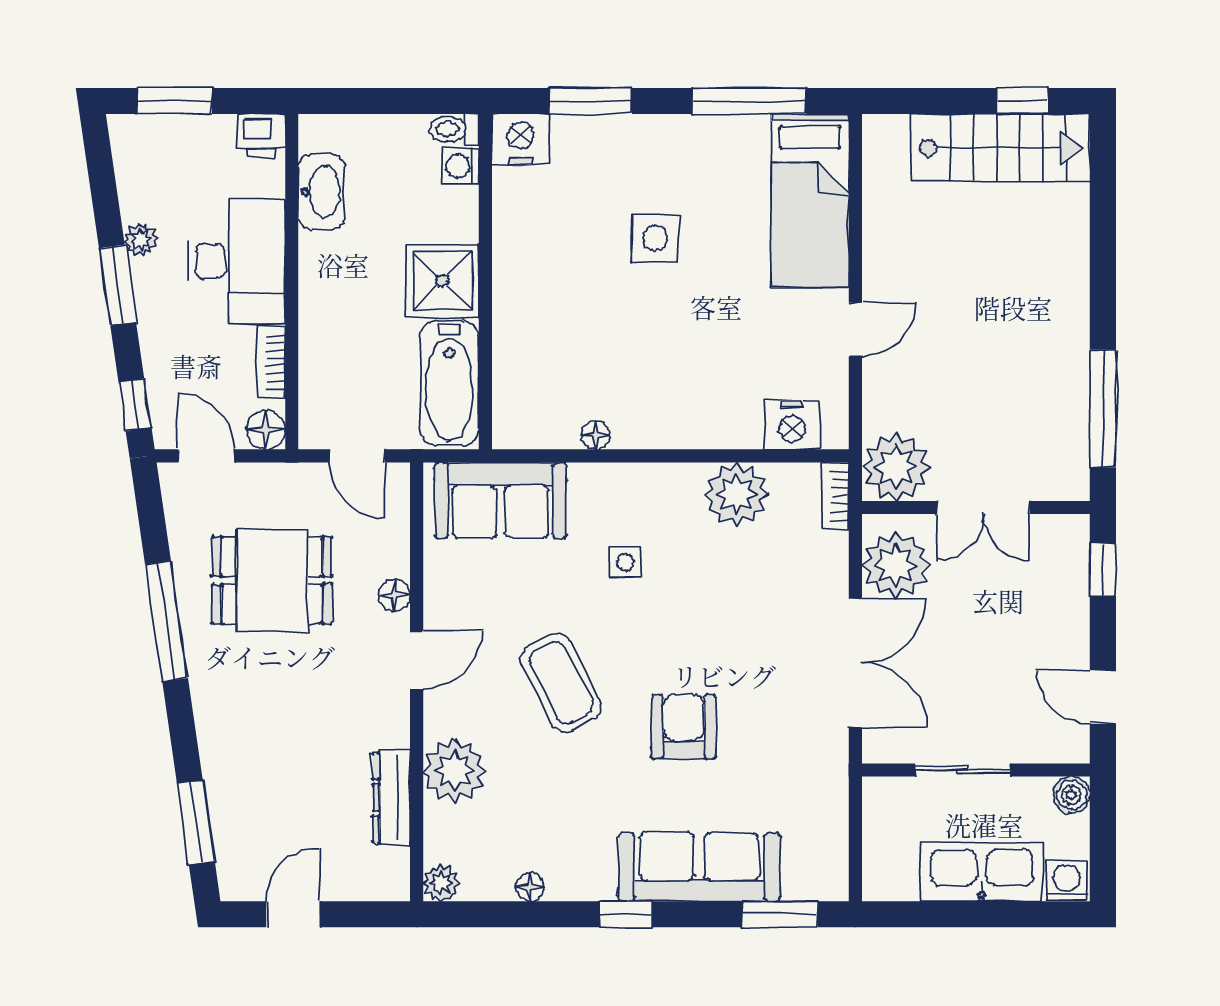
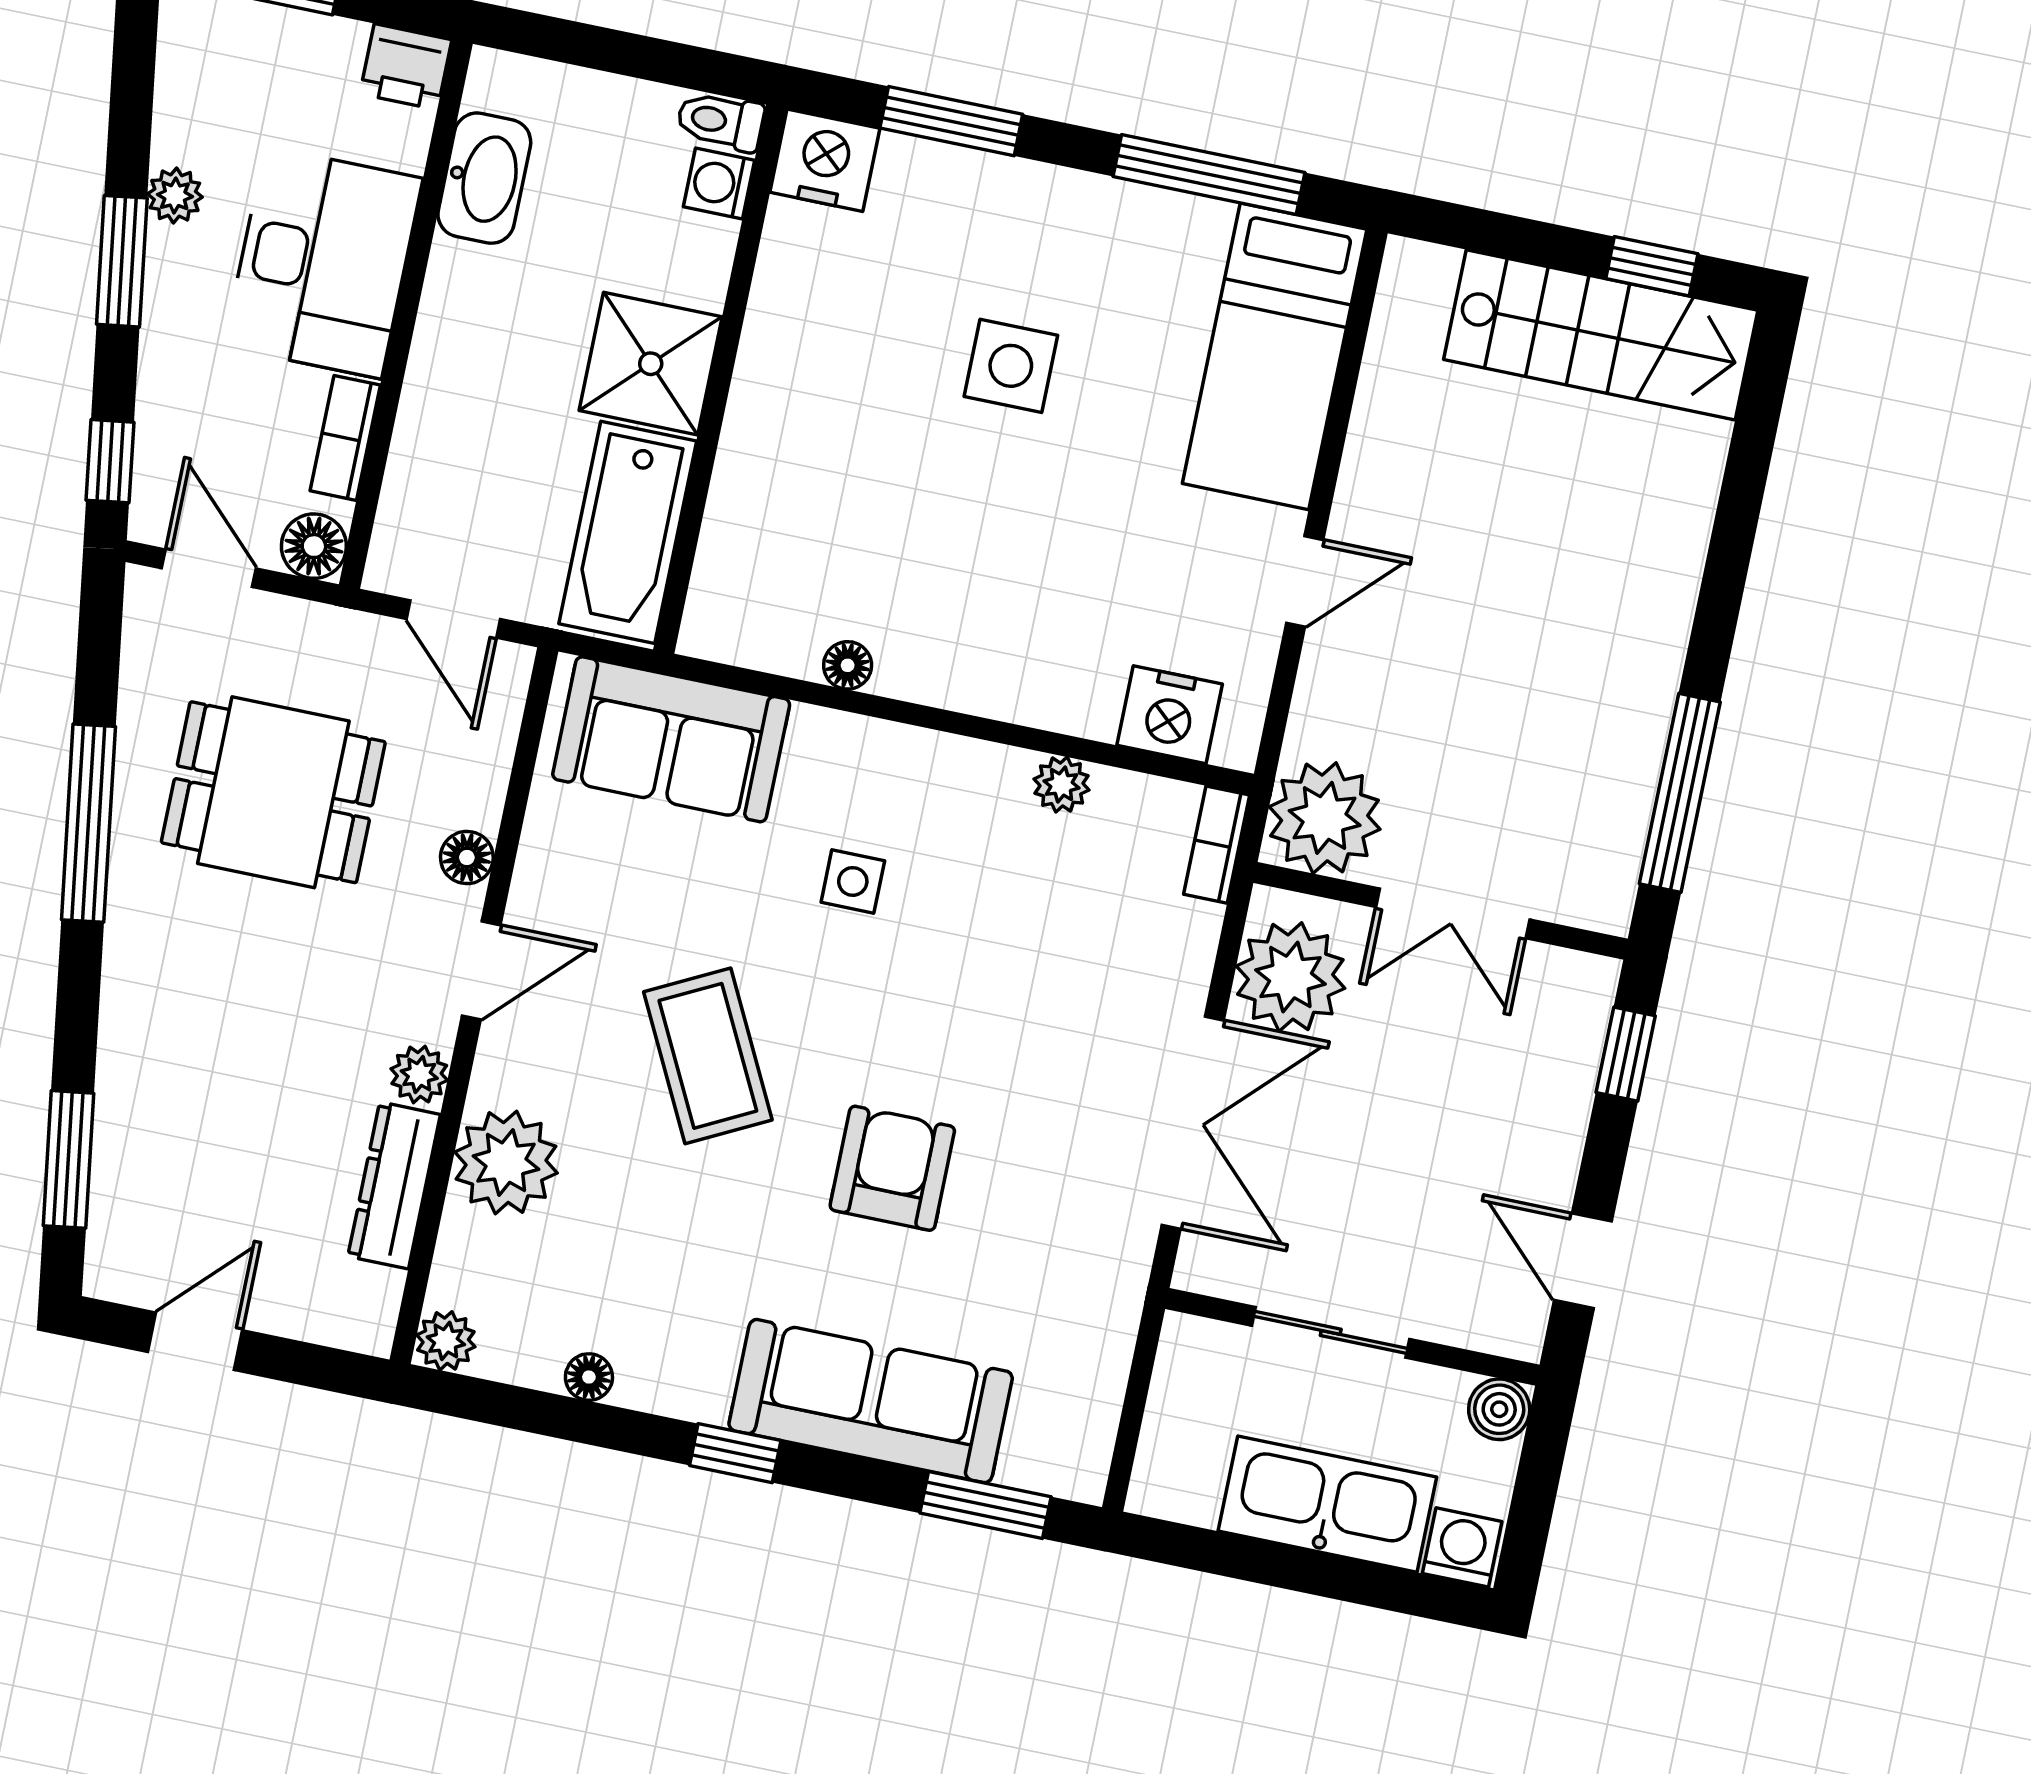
plant: (737, 494) -> (1061, 785), width x0.53, depth x0.53
plant: (393, 729) -> (419, 1075), added

